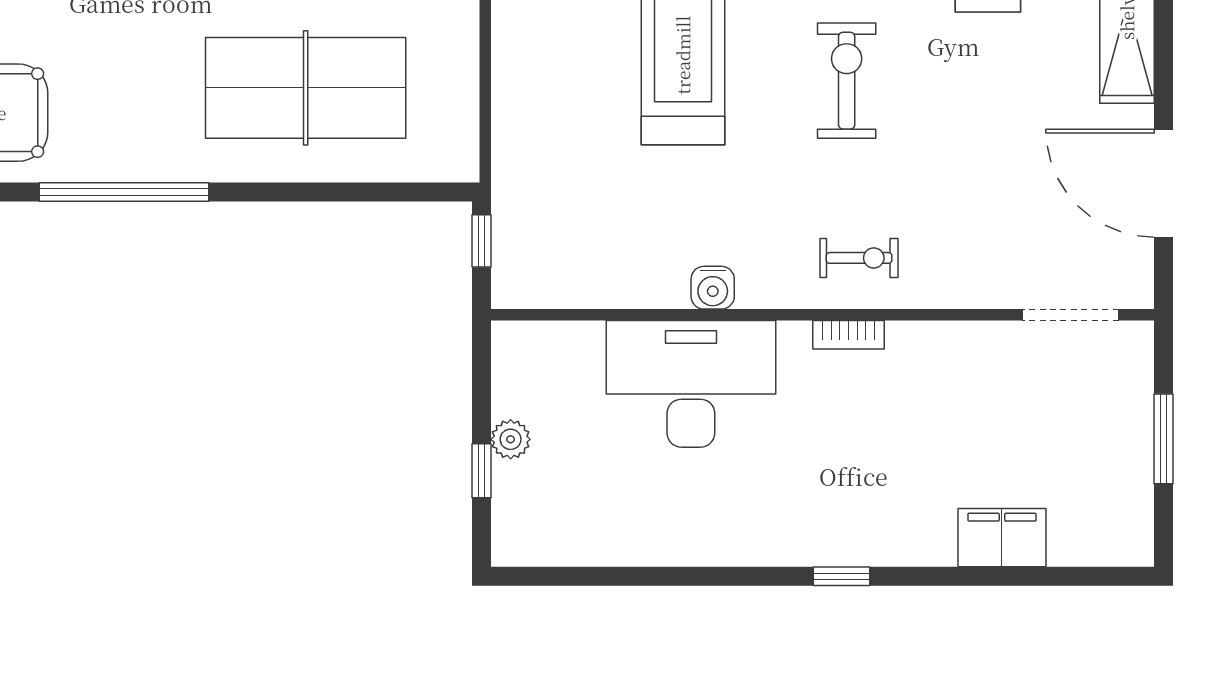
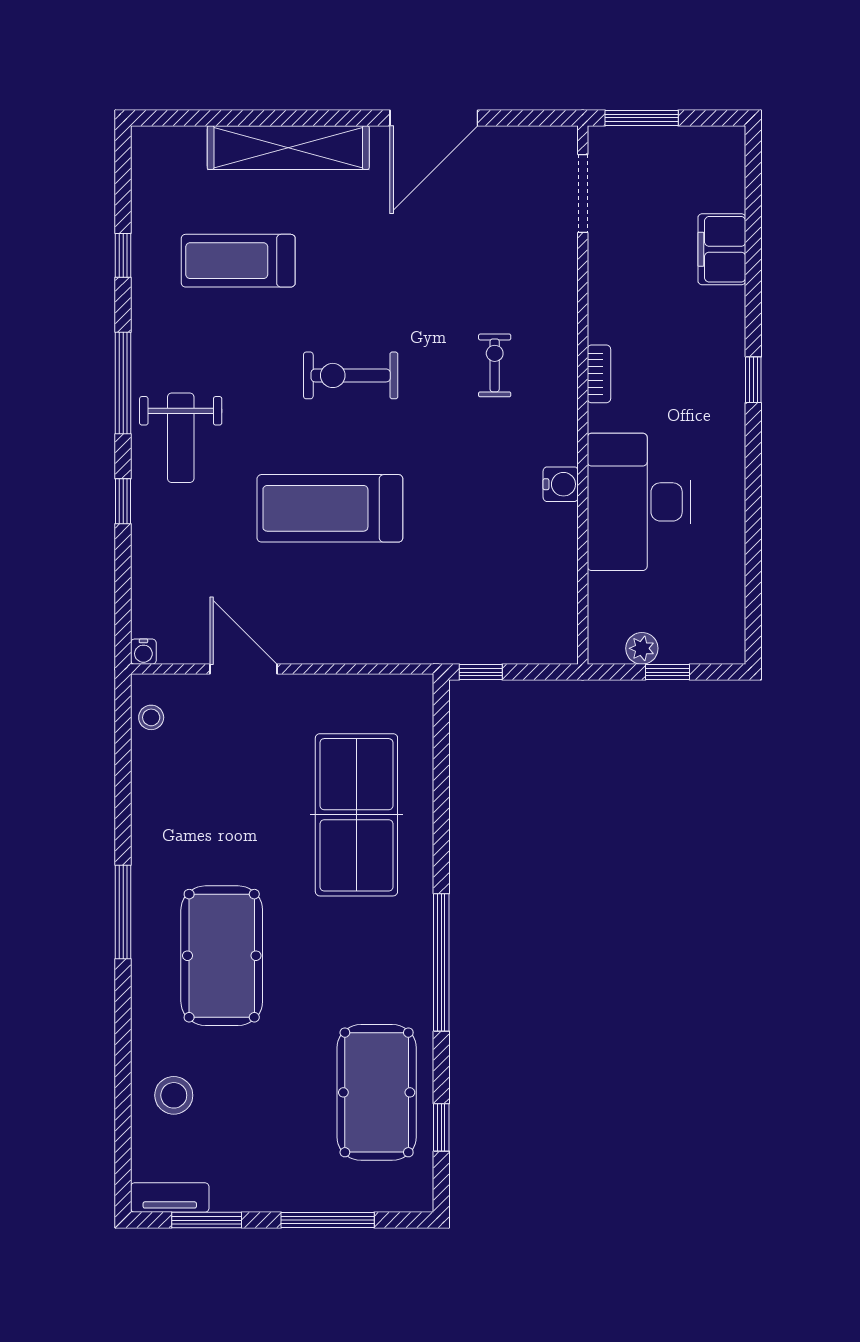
water cooler: (713, 288) -> (561, 484), moved
wall: (823, 315) -> (583, 395), moved
doorway: (1071, 315) -> (583, 194), moved
bookcase: (849, 335) -> (599, 374), moved
desk: (691, 384) -> (639, 502), moved

